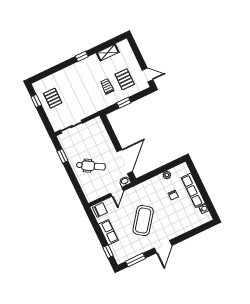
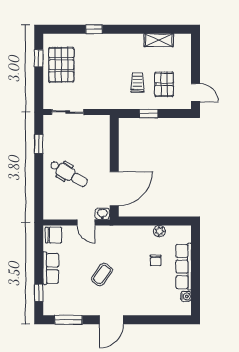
window: (82, 56) -> (94, 29), moved
pallet: (53, 98) -> (61, 65), width x1.50, depth x1.42
door: (117, 192) -> (86, 222), hinge flipped
coffee table: (143, 221) -> (102, 274), width x0.54, depth x0.58

